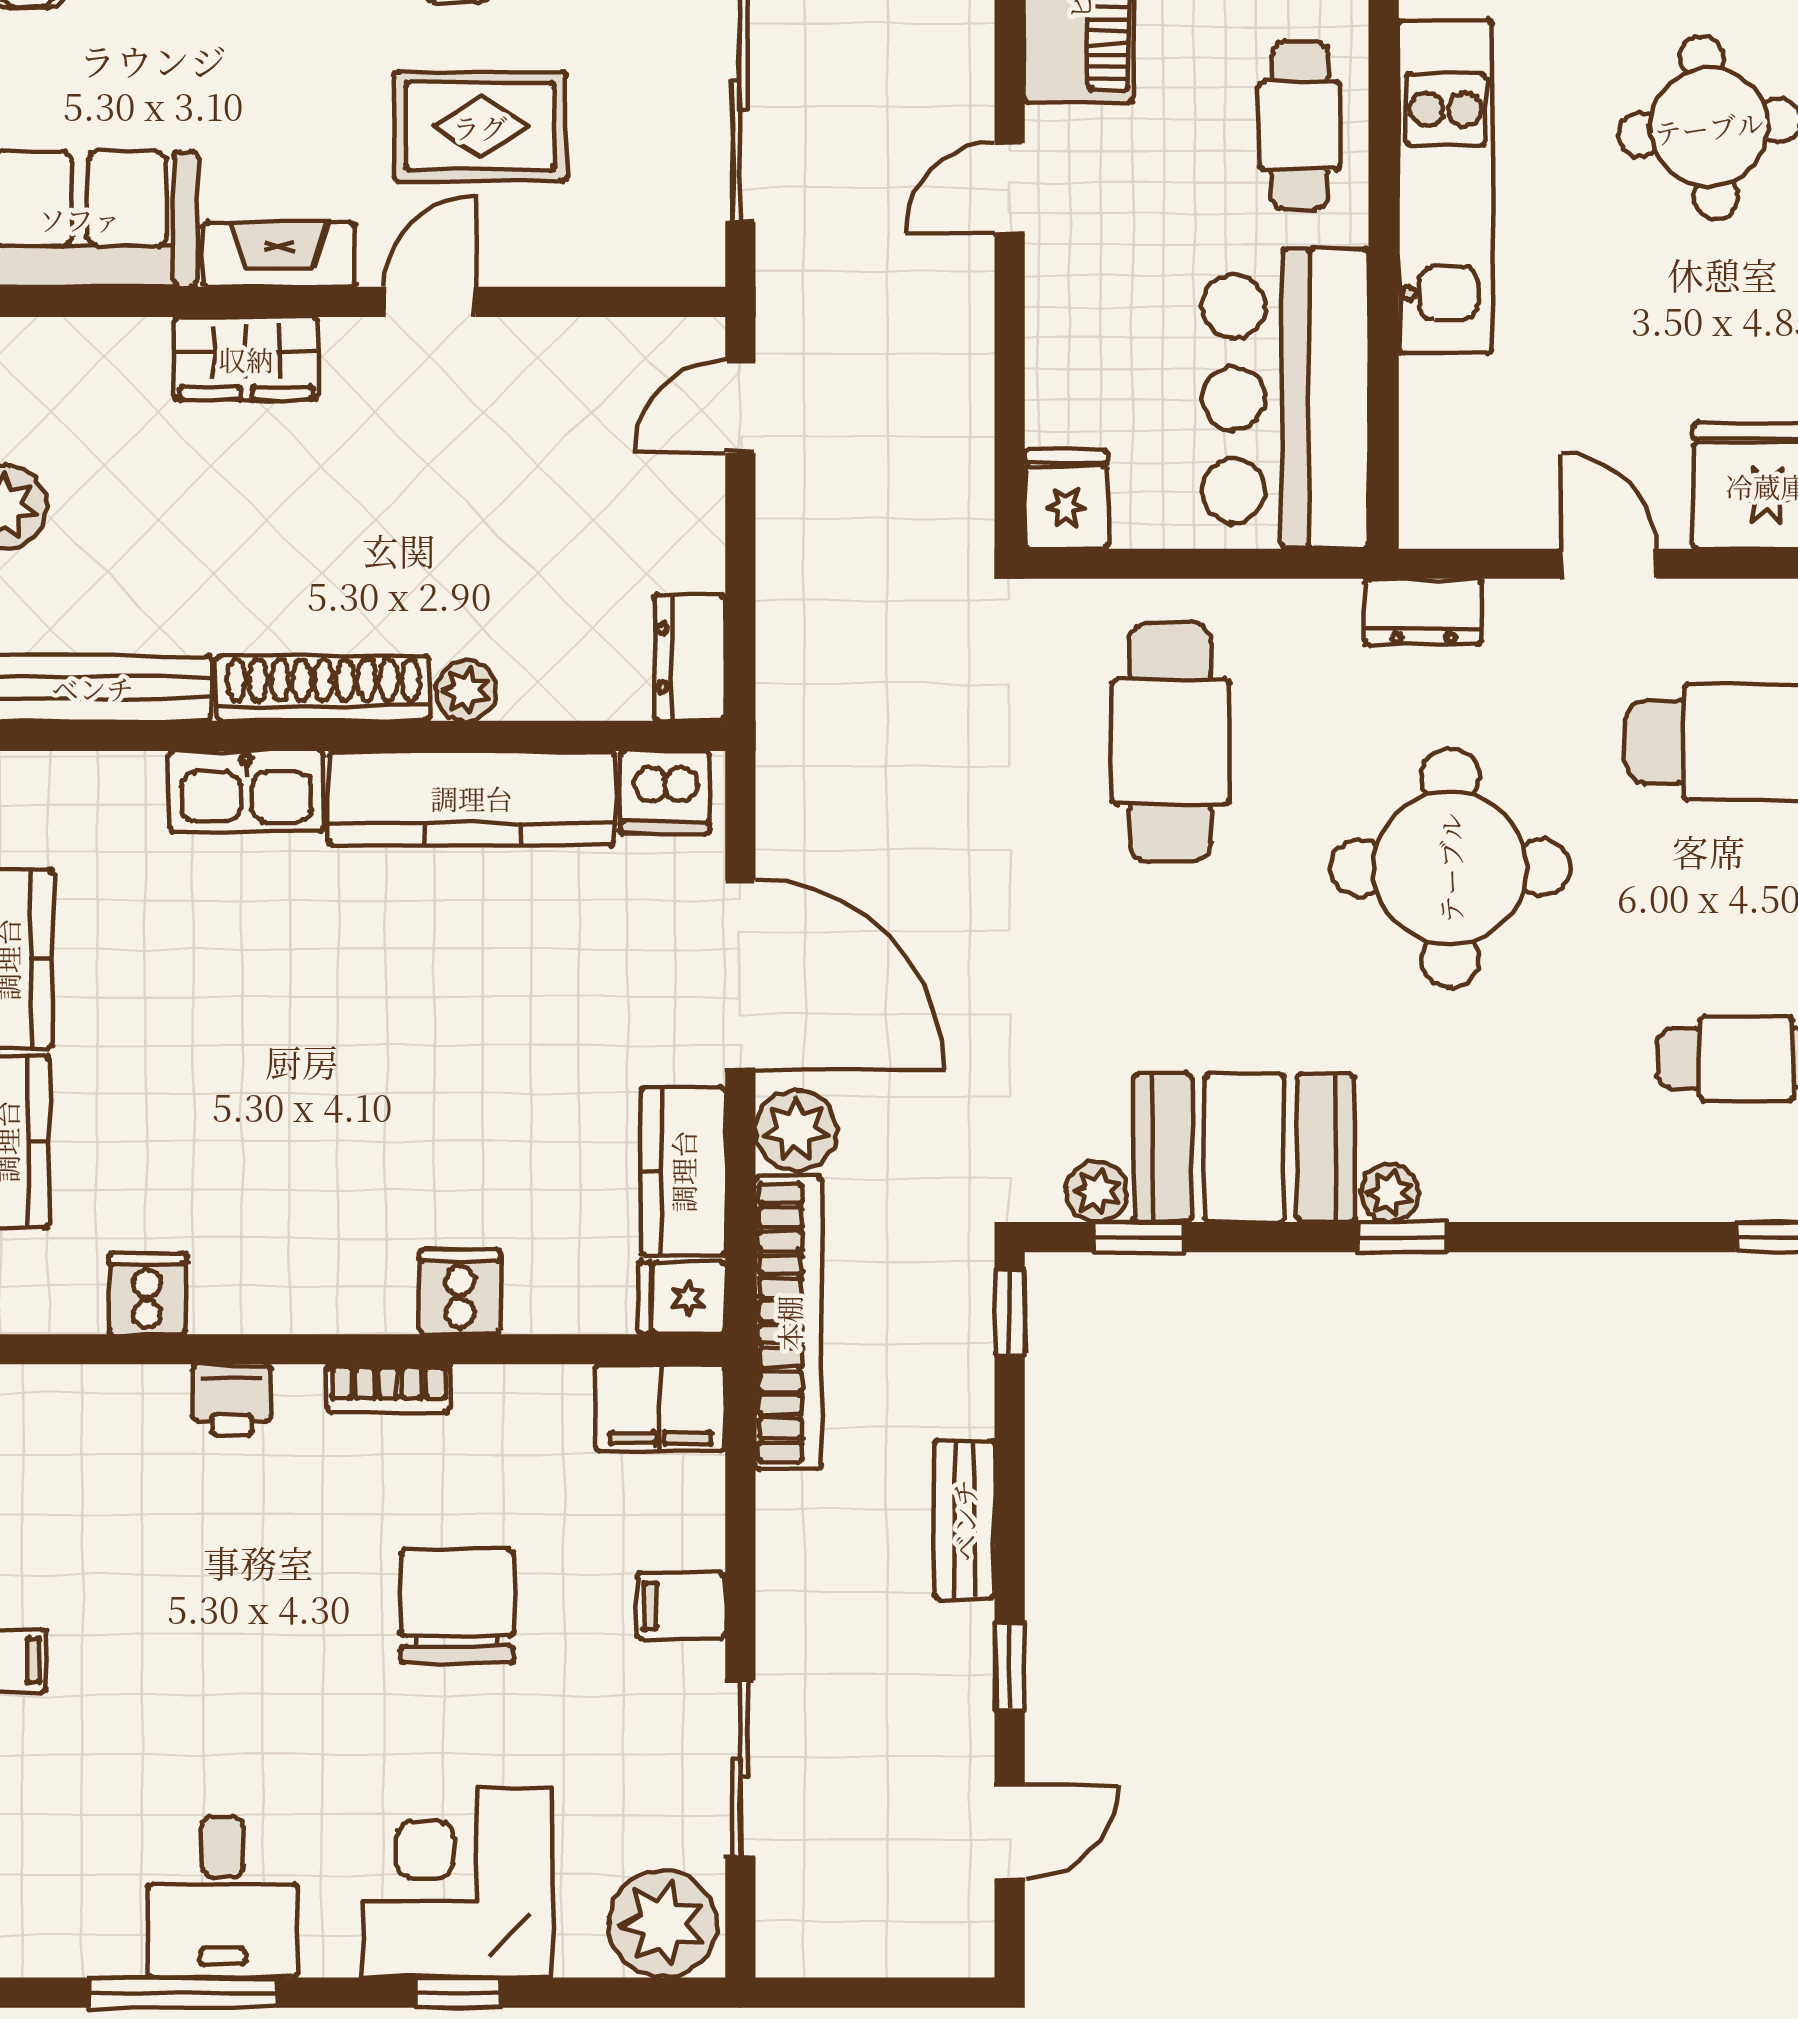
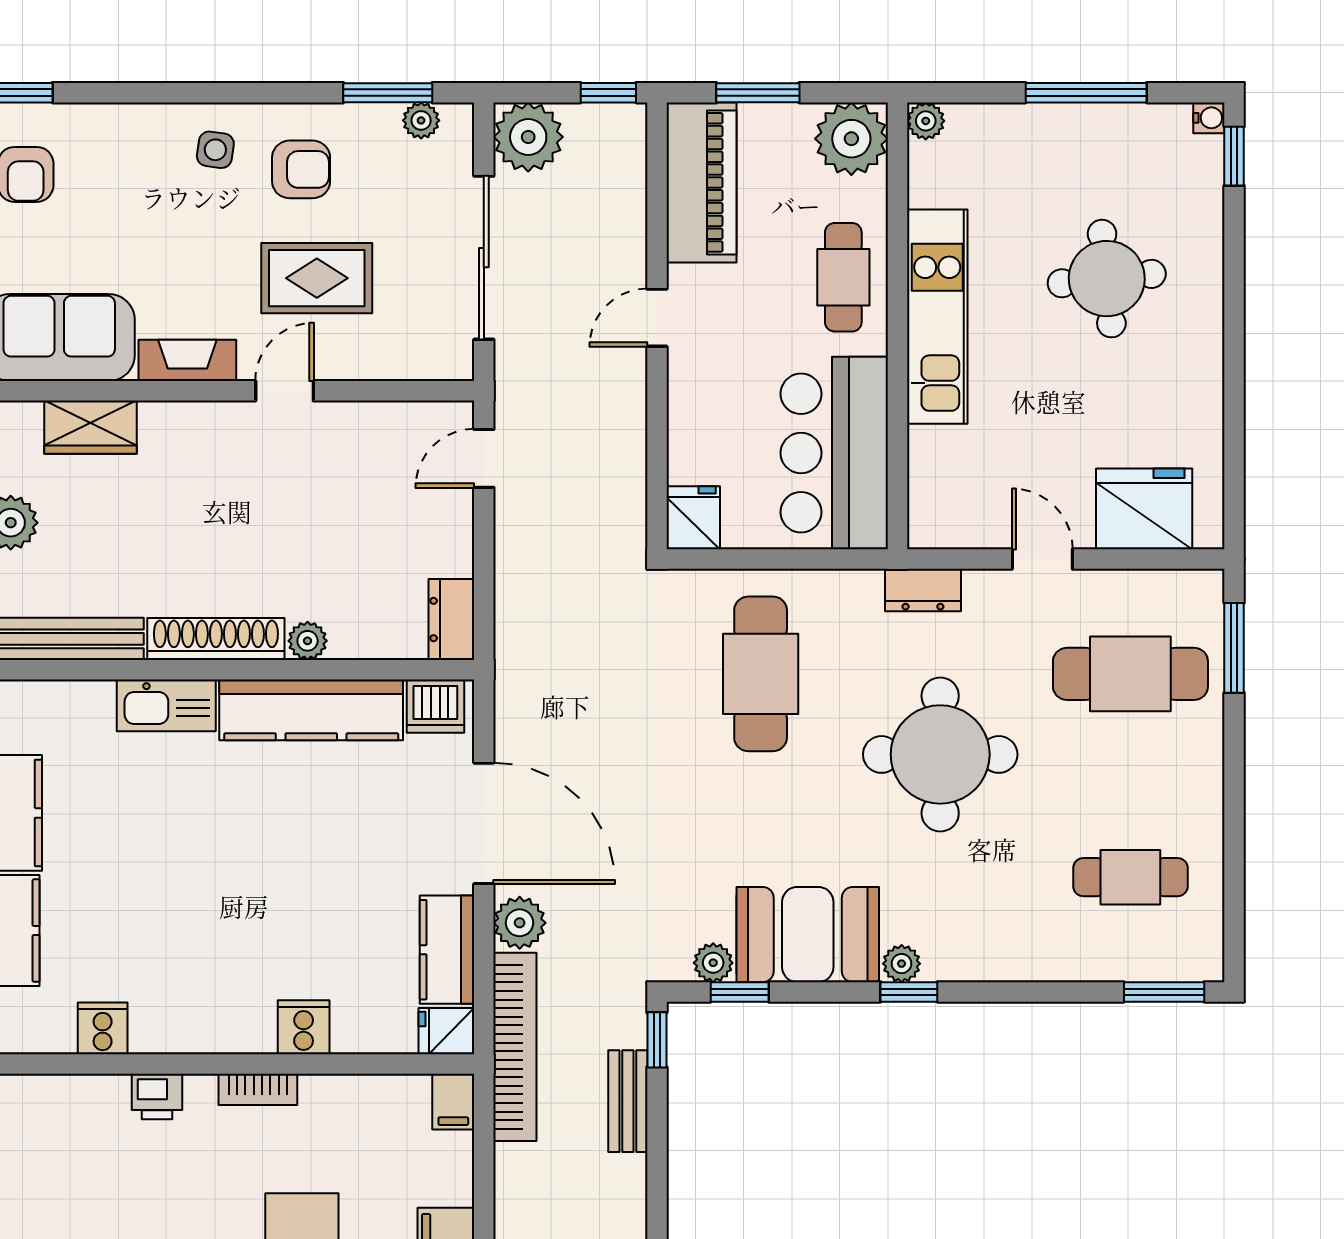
wardrobe: (246, 359) -> (90, 427), moved
filing cabinet: (660, 1408) -> (453, 1102), width x0.50
bench: (964, 1520) -> (628, 1101), moved

